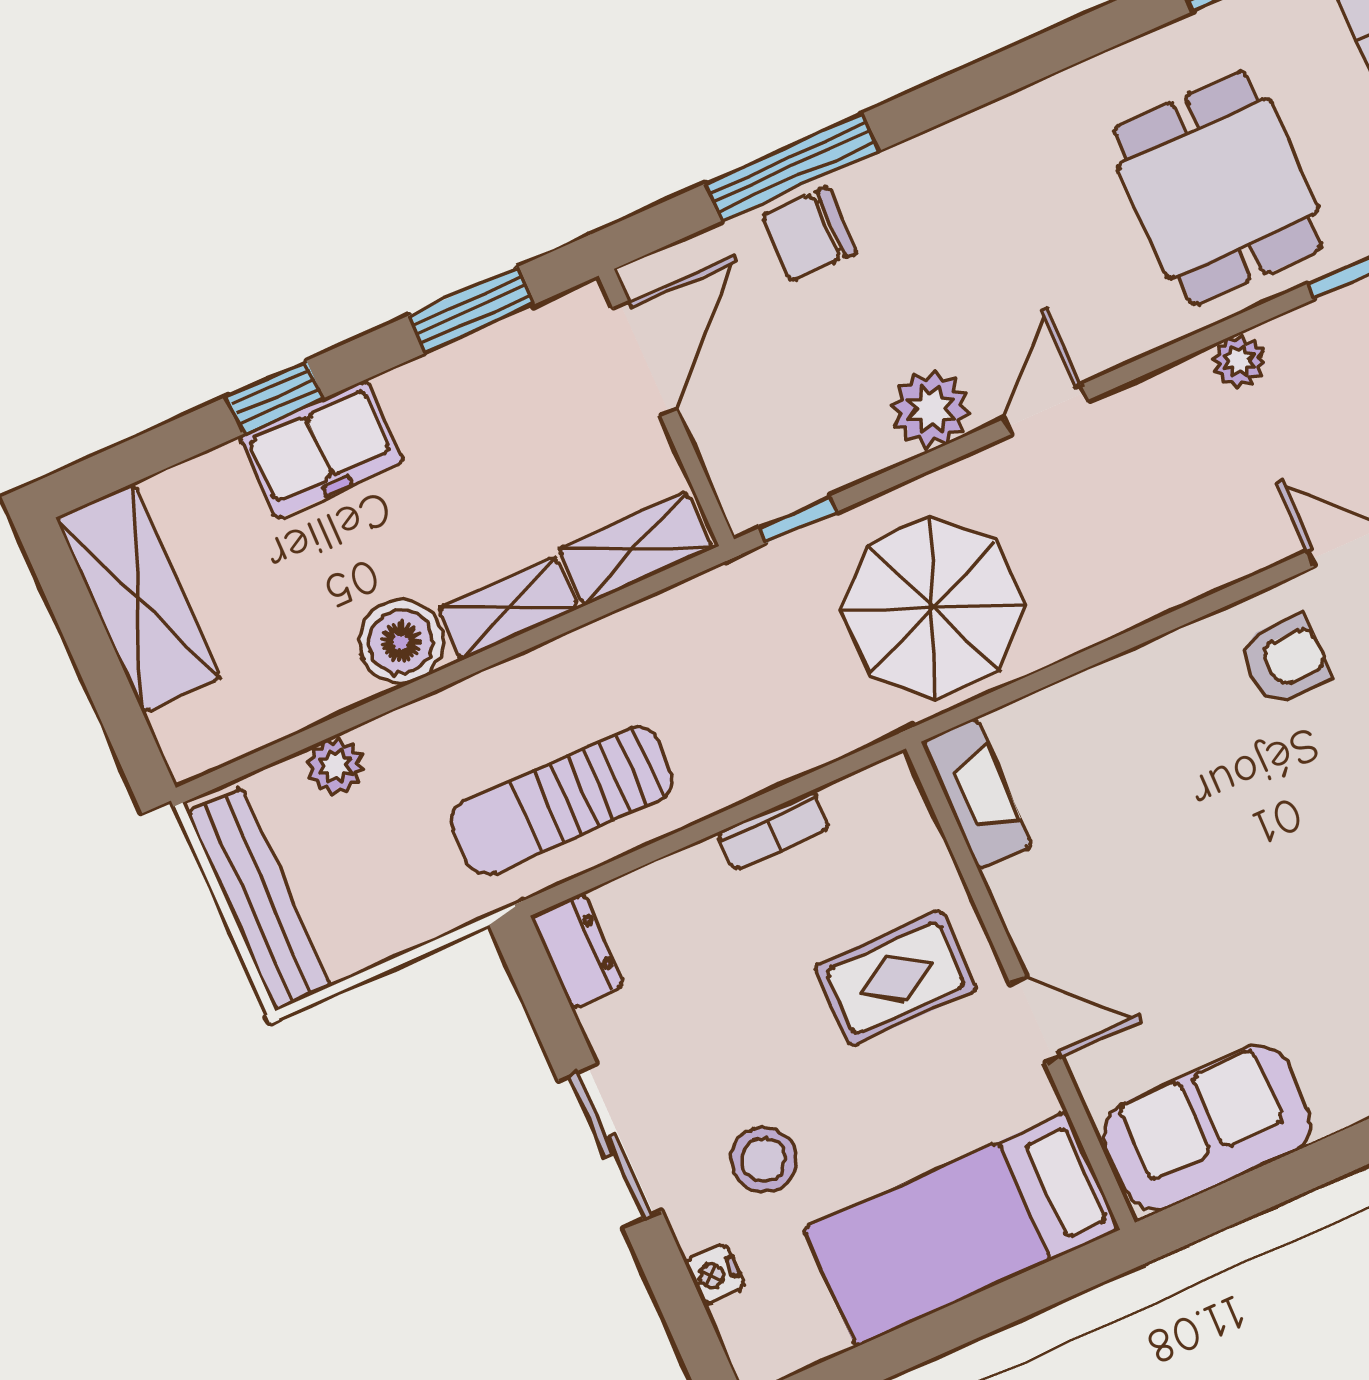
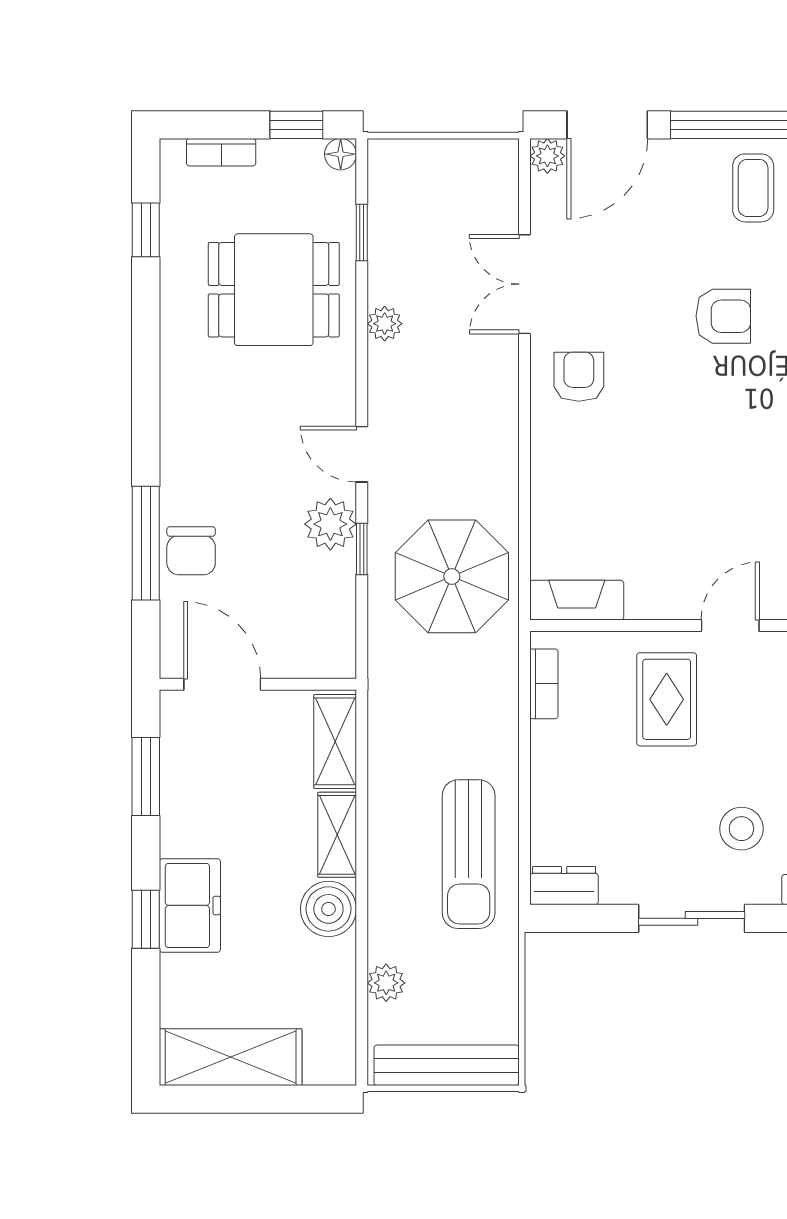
window: (798, 520) -> (362, 549), moved
bookcase: (773, 831) -> (544, 684), moved

